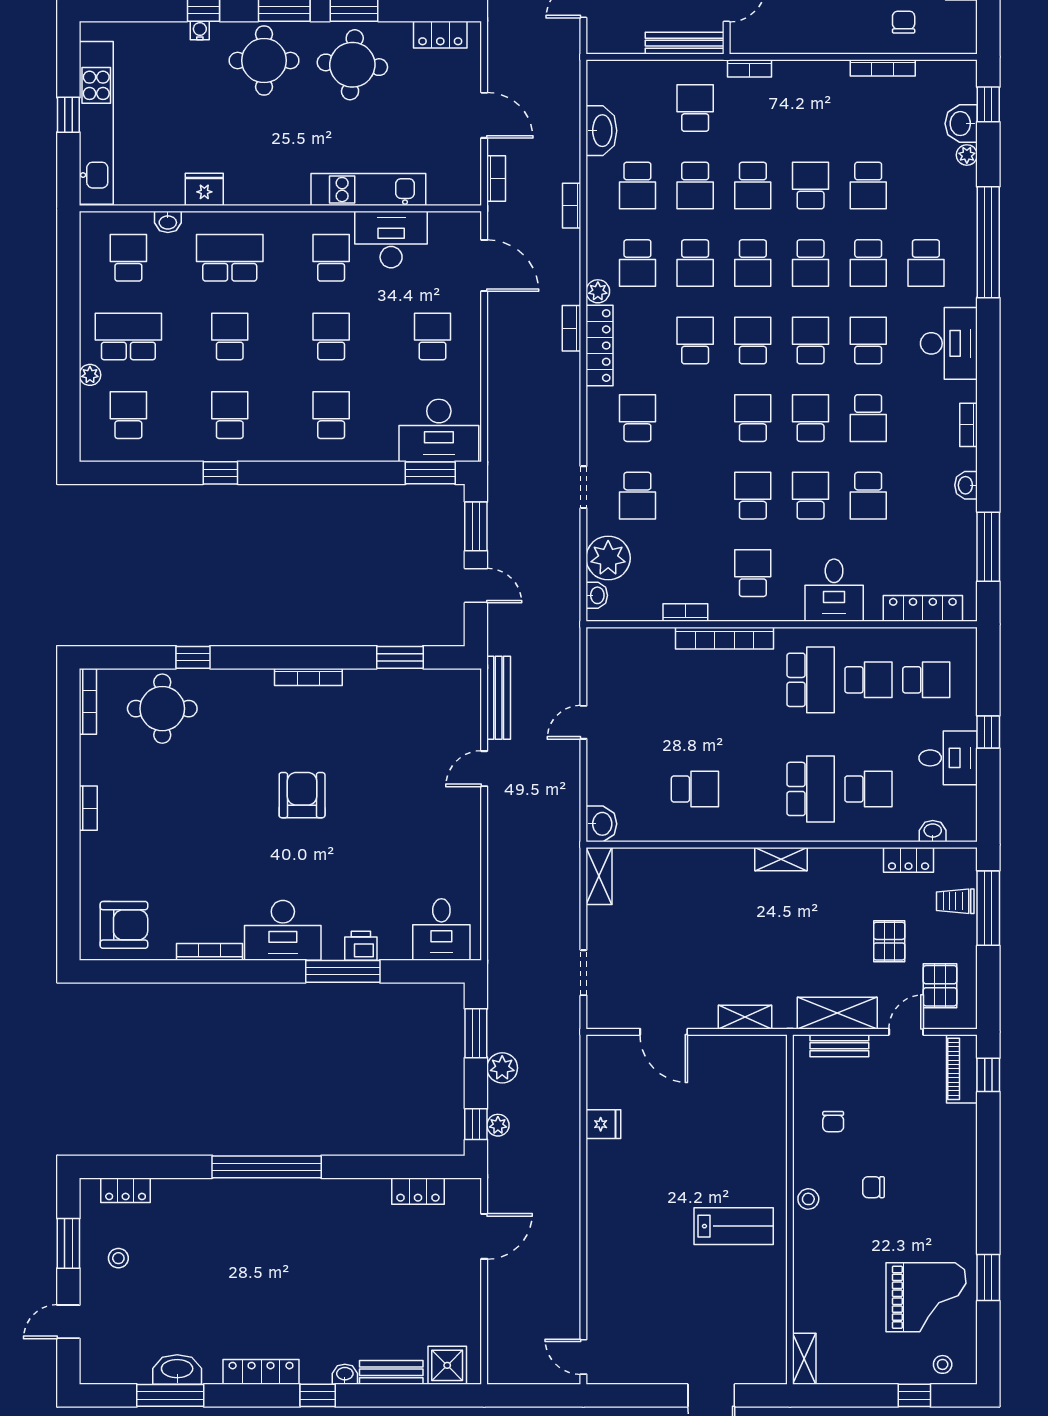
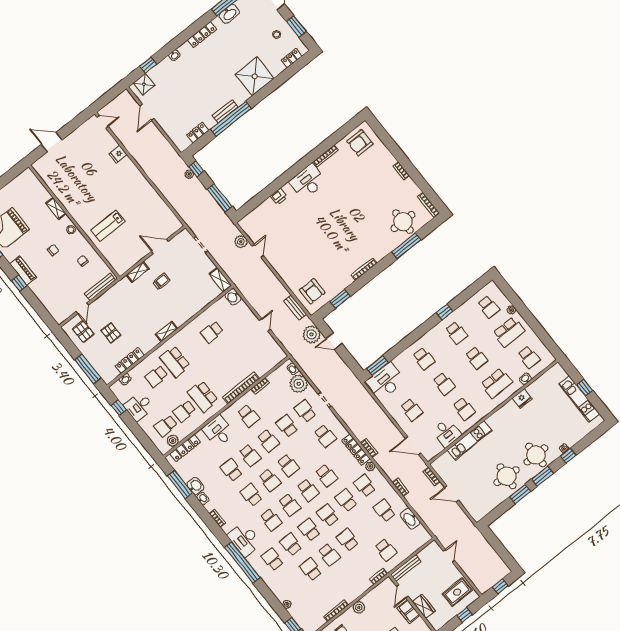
locker: (440, 35) -> (486, 508), removed
plant: (834, 39) -> (359, 607), added
kitchen unit: (96, 123) -> (579, 399), width x0.73
washbasin: (961, 124) -> (195, 486), moved
school desk: (695, 186) -> (287, 426), moved
desk: (391, 240) -> (446, 433), width x0.73
window: (988, 242) -> (242, 563), moved
window: (476, 526) -> (349, 360), removed
plant: (509, 632) -> (312, 334), added
plant: (936, 641) -> (173, 441), added
window: (193, 657) -> (406, 246), width x2.17
bench: (499, 698) -> (295, 307), width x0.73
window: (988, 732) -> (119, 408), moved
door: (484, 769) -> (258, 251), moved
armchair: (302, 795) -> (312, 291), moved
locker: (909, 860) -> (130, 361), width x1.53
trolley: (955, 901) -> (161, 281), moved
desk: (441, 929) -> (257, 222), removed
window: (343, 971) -> (278, 184), removed
shelving: (837, 1013) -> (109, 297), removed
window: (476, 1033) -> (220, 198), width x1.44
bench: (839, 1046) -> (100, 287), width x1.36
plant: (502, 1068) -> (241, 242), moved
piano: (962, 1069) -> (23, 271), moved
window: (988, 1075) -> (19, 283), moved
fridge: (603, 1124) -> (118, 154), moved
window: (267, 1167) -> (231, 119), moved
shower: (224, 1212) -> (255, 76), added
lab bench: (734, 1226) -> (108, 226), moved
door: (484, 1236) -> (147, 112), moved
shelving: (804, 1359) -> (56, 208), moved
bench: (391, 1372) -> (225, 111), moved
window: (318, 1395) -> (148, 65), moved

